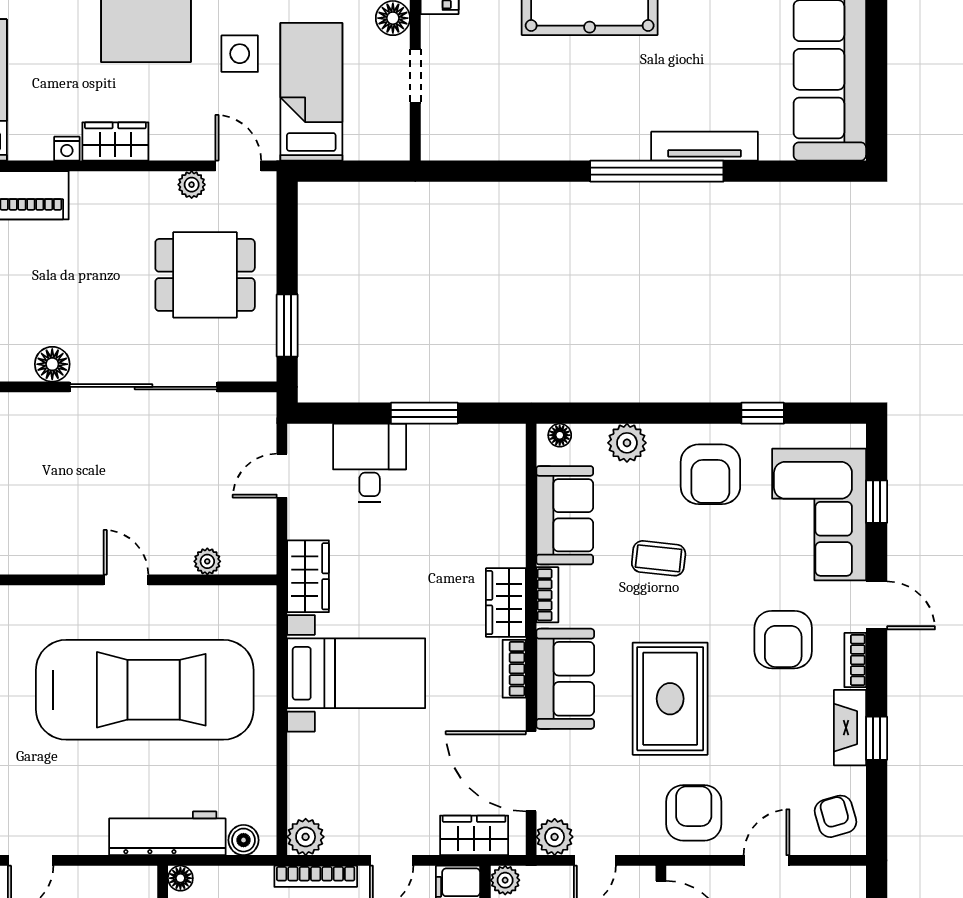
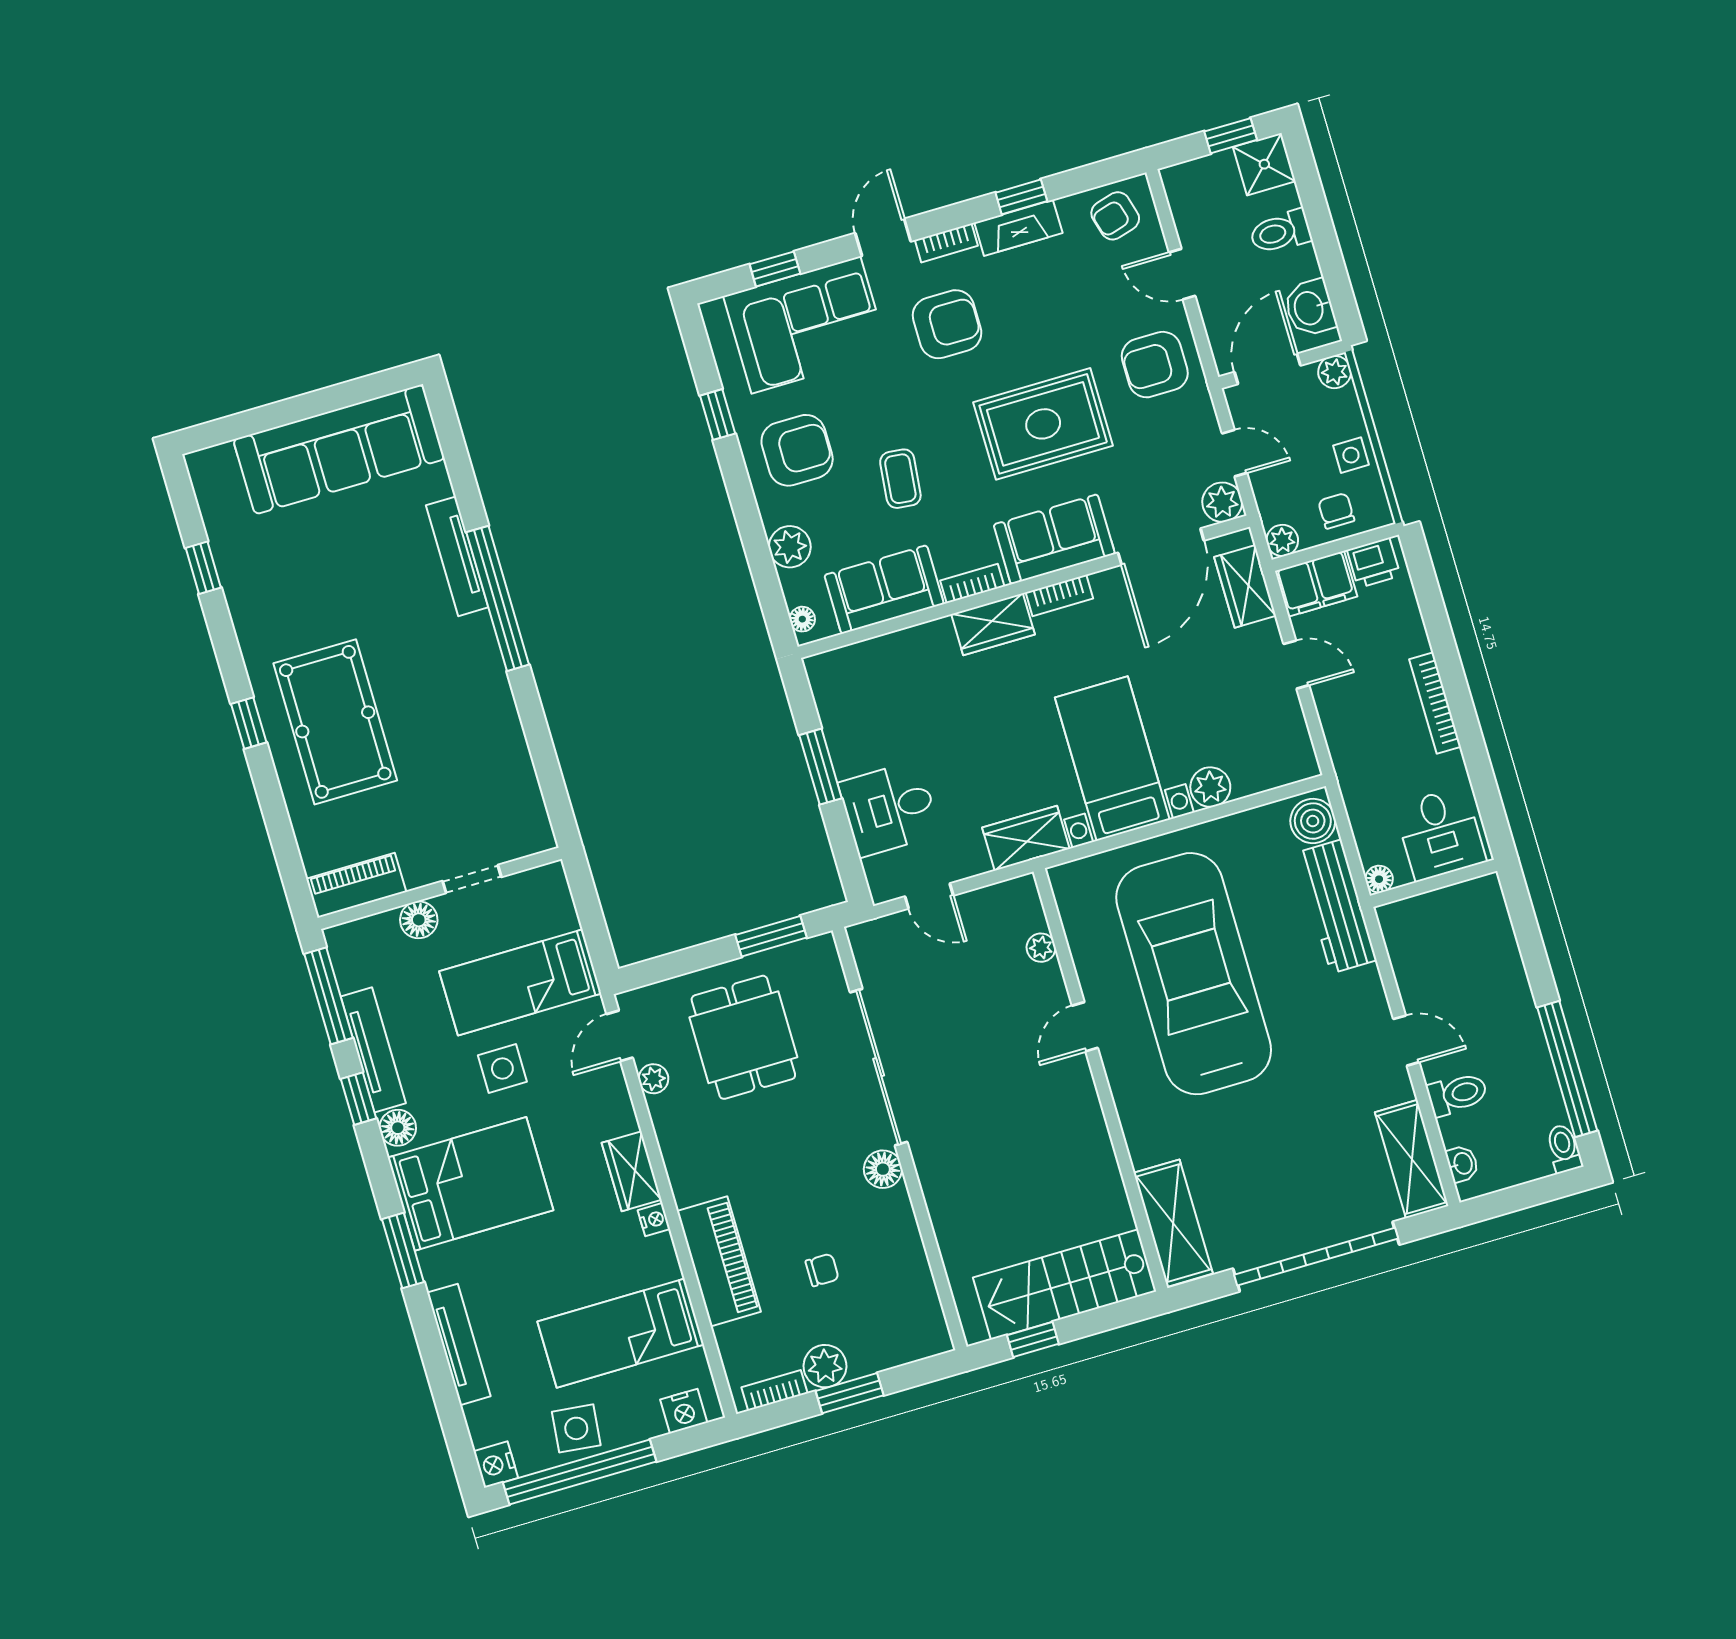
plant: (306, 837) -> (1210, 787), moved
boiler: (244, 840) -> (1313, 821), width x1.36, depth x1.36
bookcase: (316, 876) -> (1336, 739), removed

